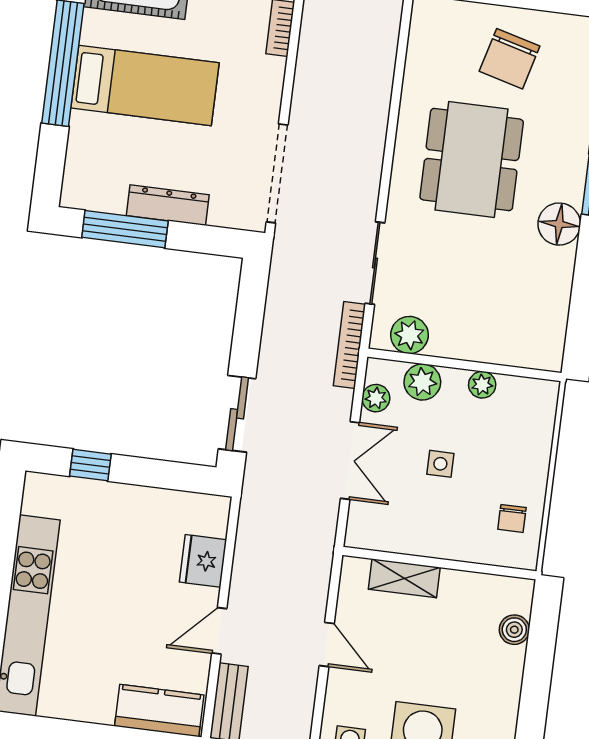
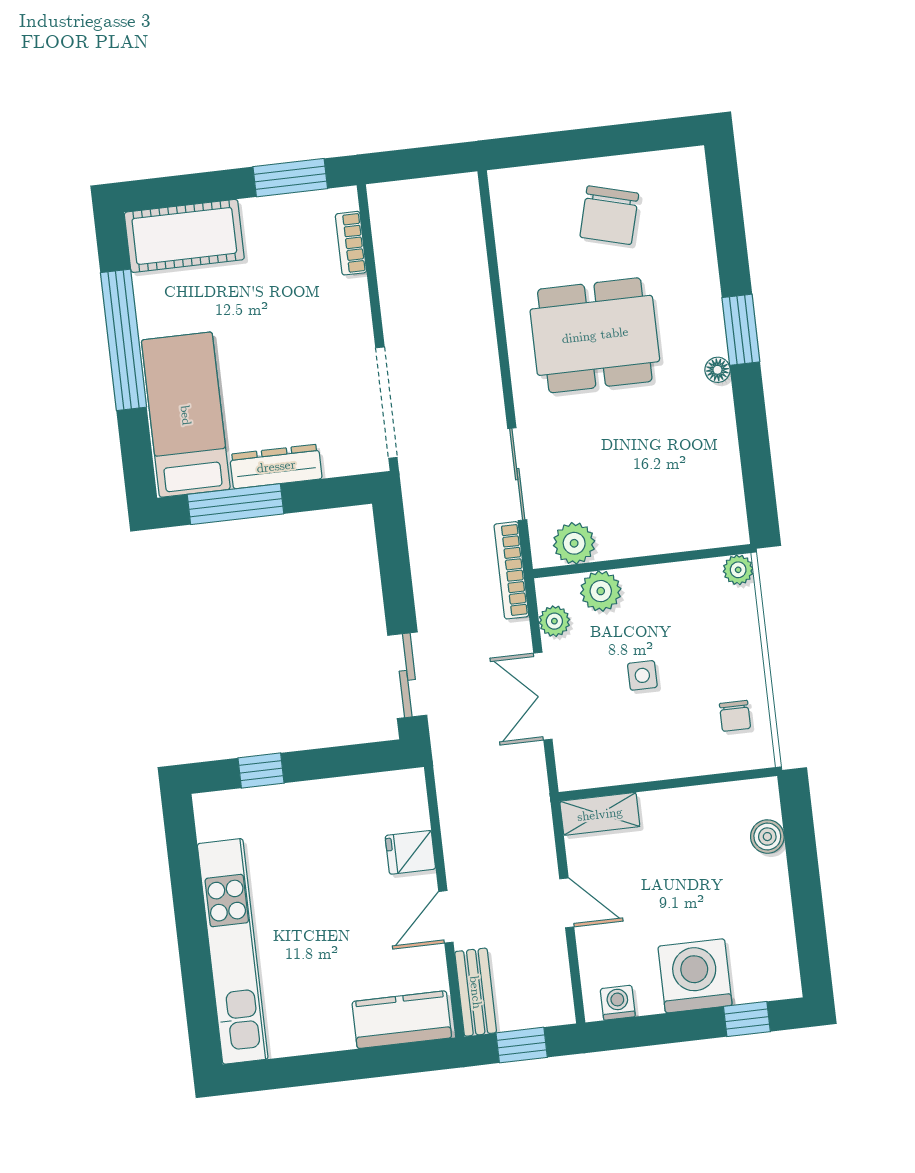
bed: (145, 85) -> (186, 415), moved, turned -90
dining table: (472, 160) -> (595, 335), turned 90
floor lamp: (559, 224) -> (718, 370), width x0.53, depth x0.53
plant: (482, 385) -> (738, 570), moved
double door: (350, 461) -> (543, 696), swing flipped
fridge: (203, 561) -> (410, 852), width x0.72
shelving: (404, 578) -> (600, 814), moved

